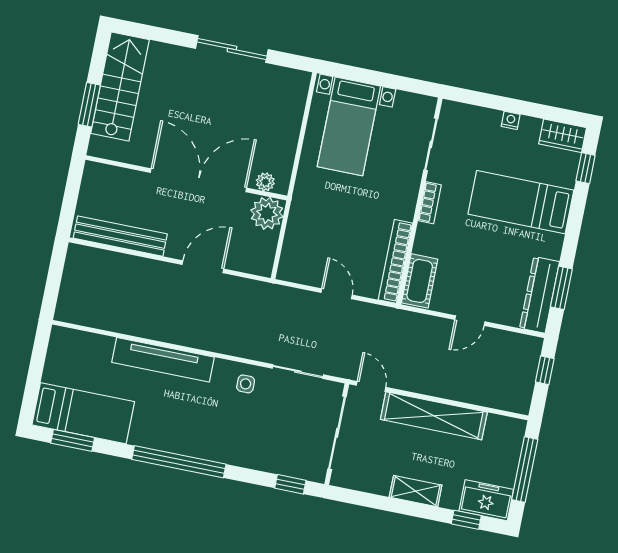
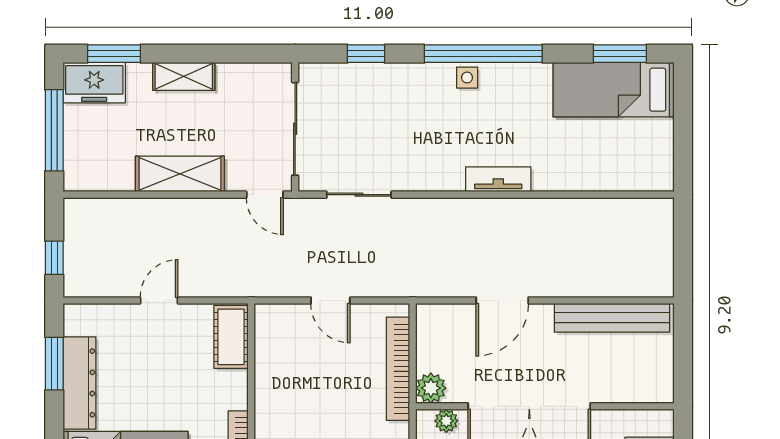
plant: (267, 213) -> (431, 388), width x0.73, depth x0.73
bookcase: (395, 261) -> (398, 369), moved, turned 180
dresser: (539, 295) -> (79, 383), moved
tv unit: (163, 360) -> (498, 179), width x0.52, depth x0.78
side table: (246, 384) -> (467, 78), moved
shelving: (434, 416) -> (180, 174), width x0.68
window: (290, 484) -> (366, 54), moved
window: (466, 520) -> (114, 54), width x1.50

